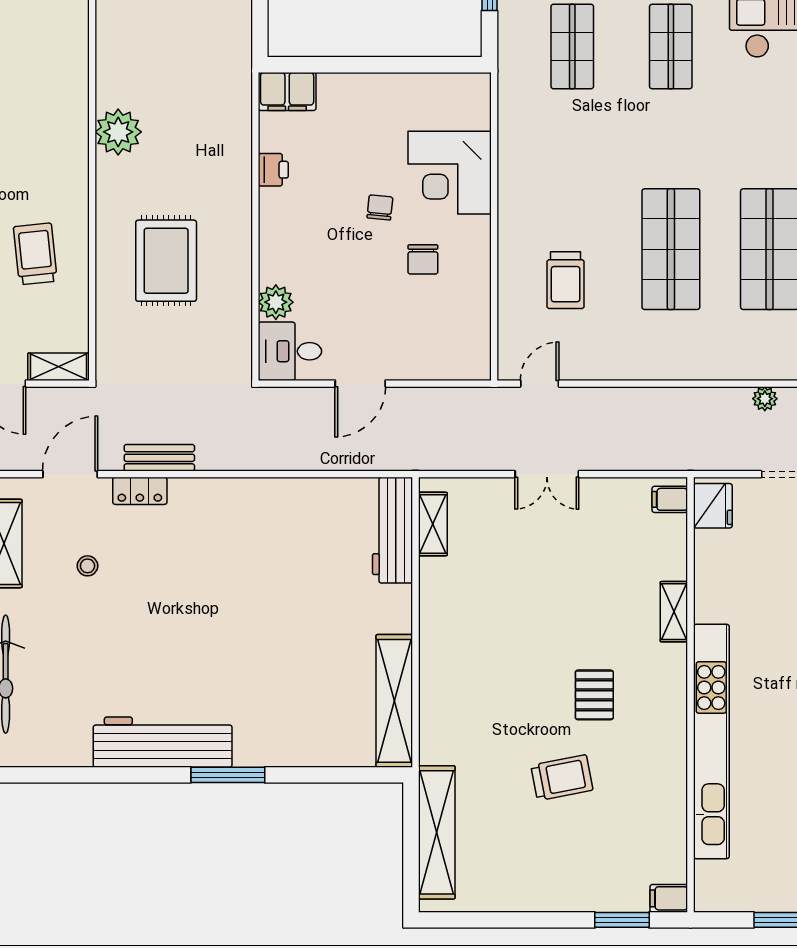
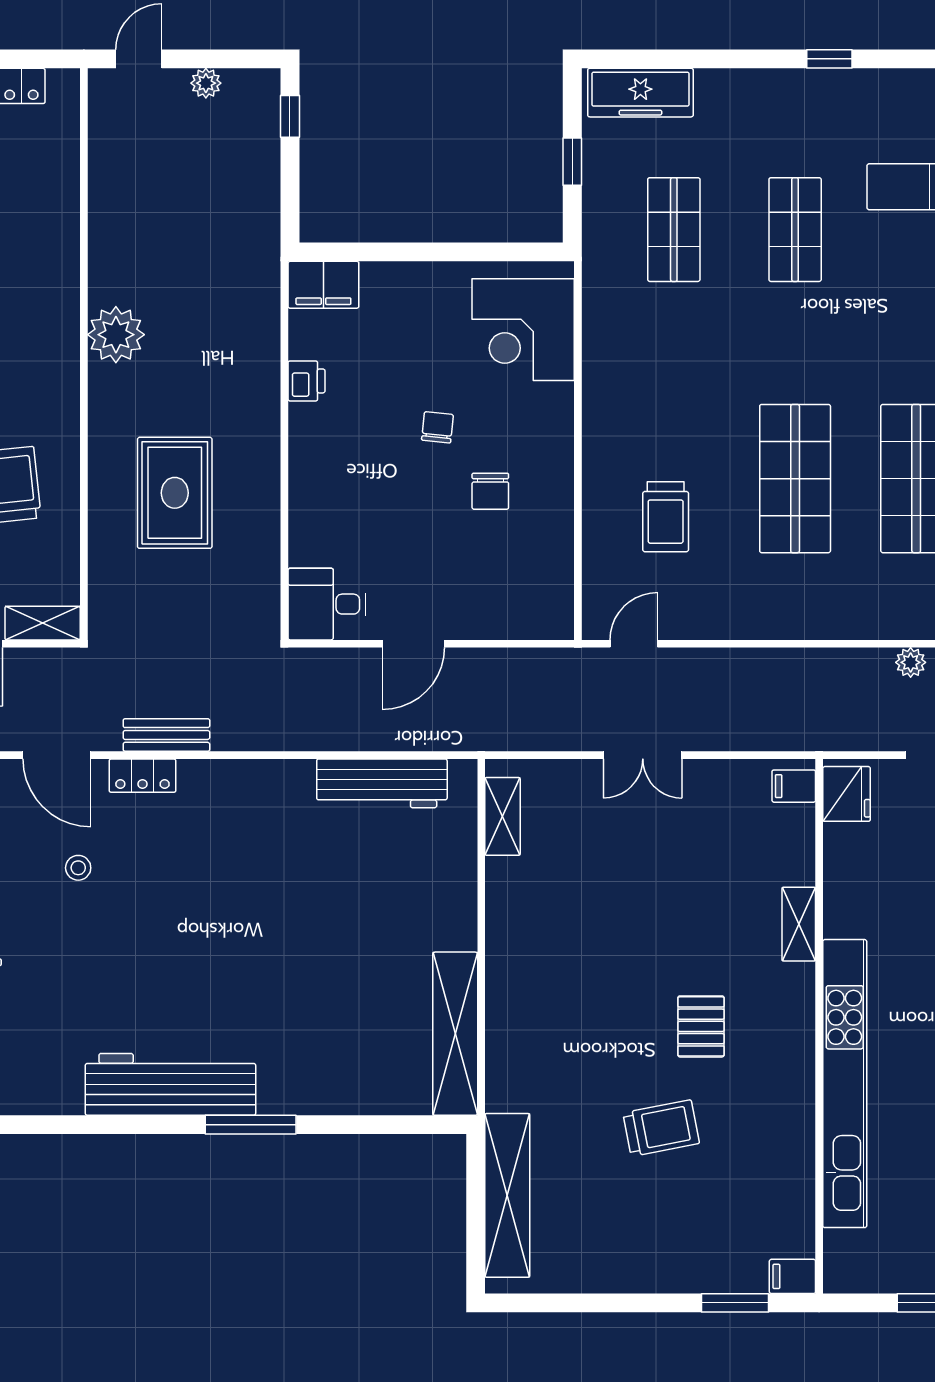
corner desk: (450, 173) -> (523, 330), moved
plant: (276, 302) -> (310, 544), removed
door: (70, 474) -> (57, 755), swing flipped
workbench: (393, 530) -> (382, 783), moved, turned -90

